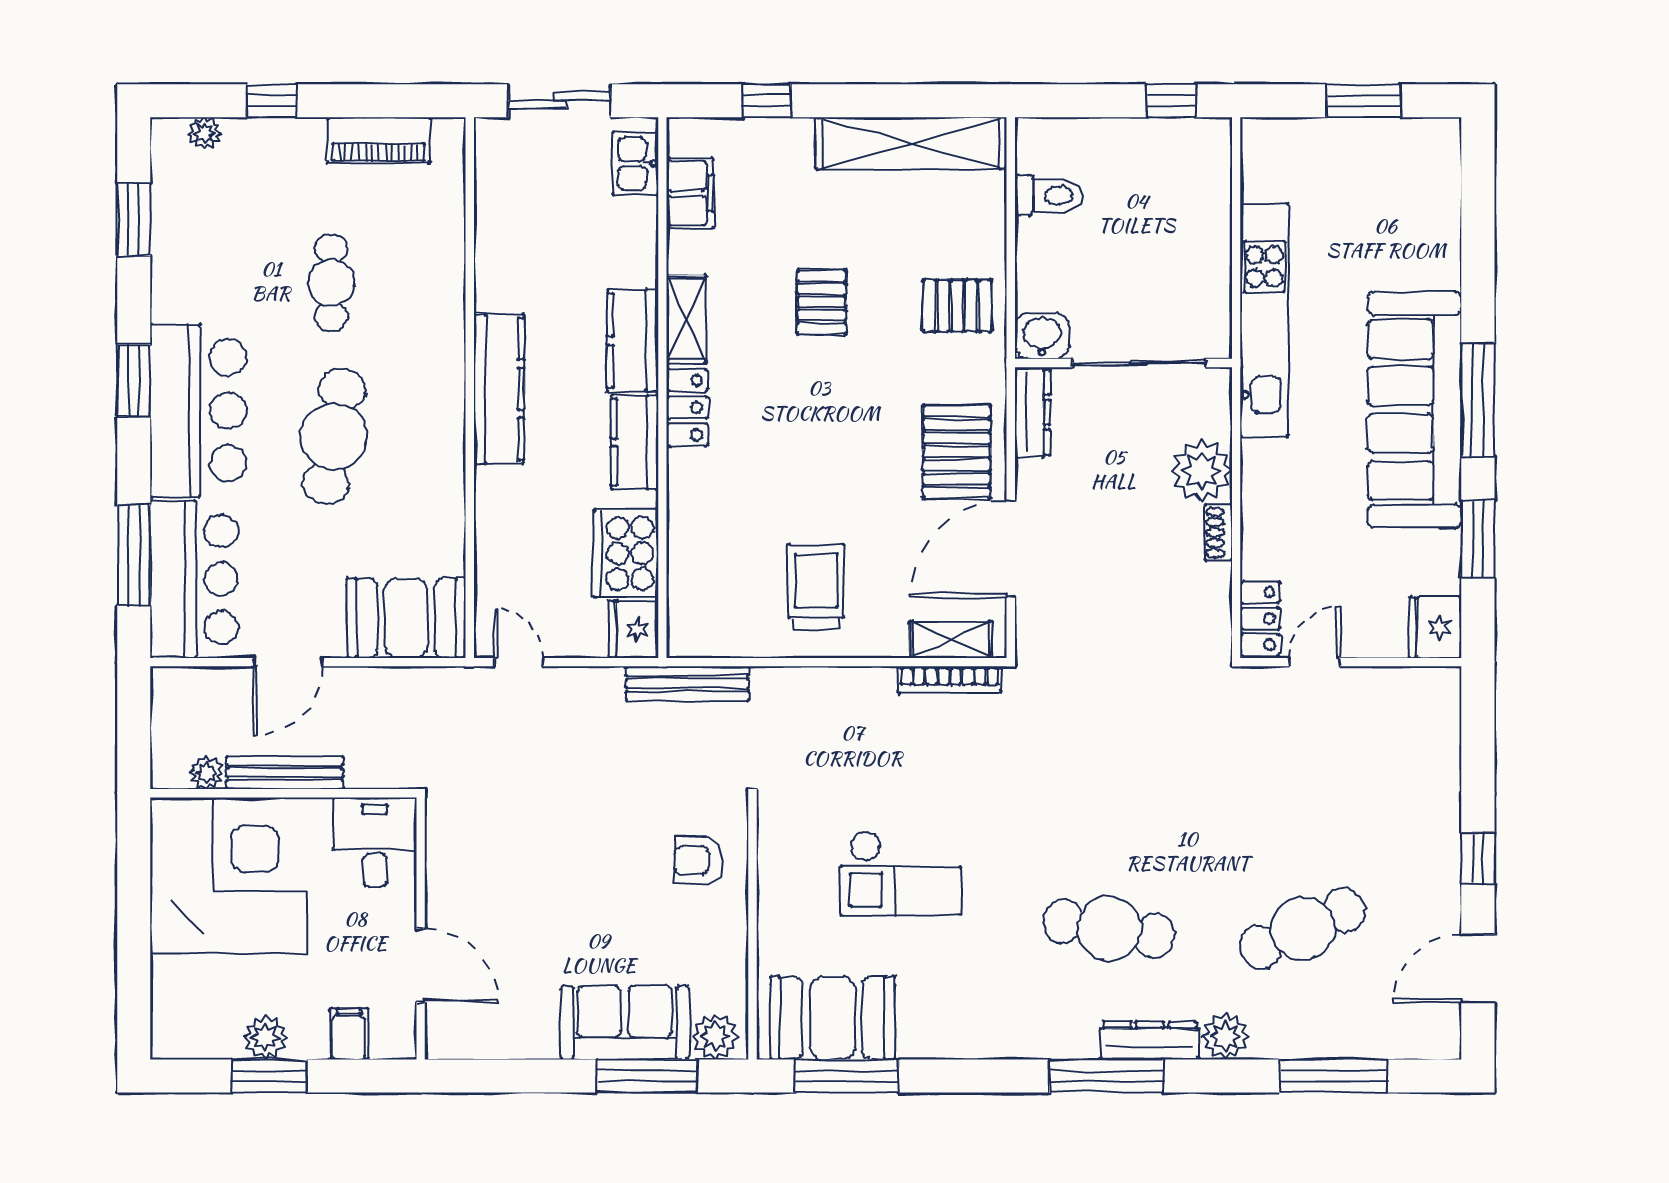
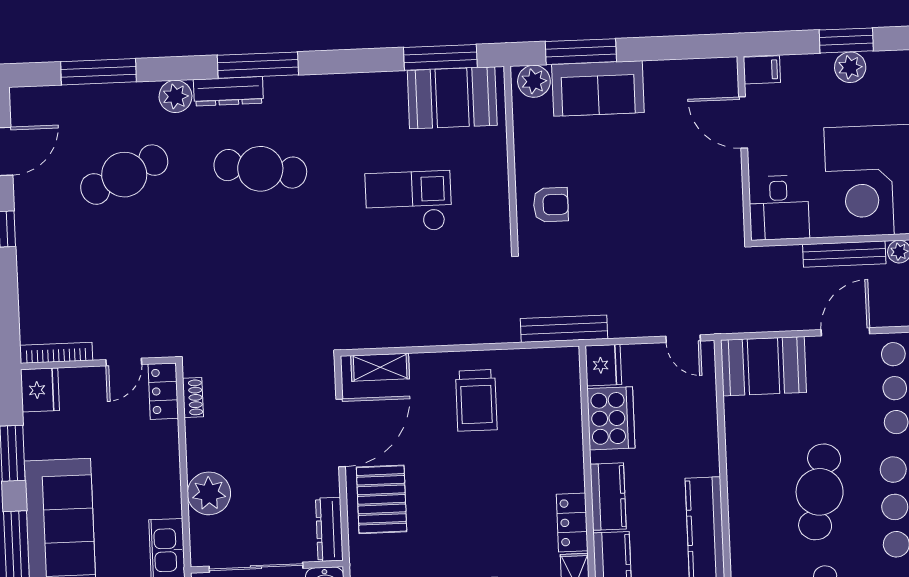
shoe rack: (1218, 533) -> (193, 398), moved
bookcase: (949, 679) -> (56, 353), moved
filing cabinet: (349, 1034) -> (762, 70), moved, turned -90

